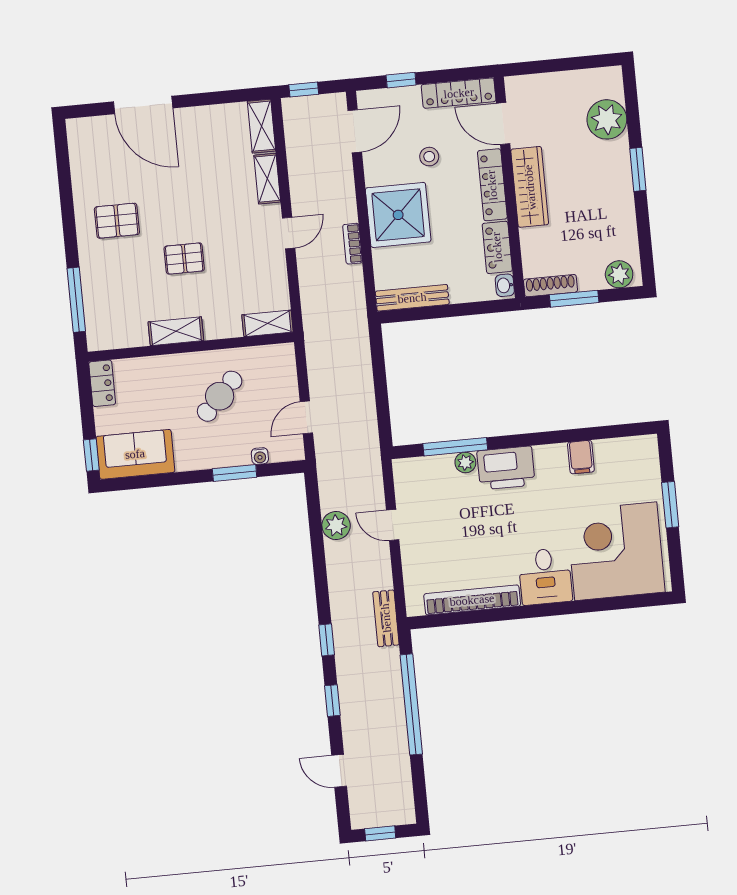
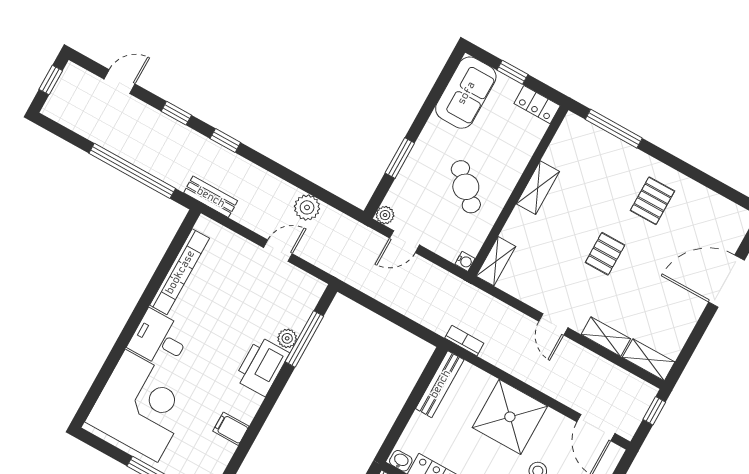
bookcase: (352, 244) -> (464, 341), moved
pallet: (184, 259) -> (605, 254), moved
door: (306, 417) -> (404, 242), swing flipped
plant: (295, 451) -> (385, 215), added
window: (91, 455) -> (512, 72), moved
water cooler: (260, 456) -> (465, 261), moved, turned 180

